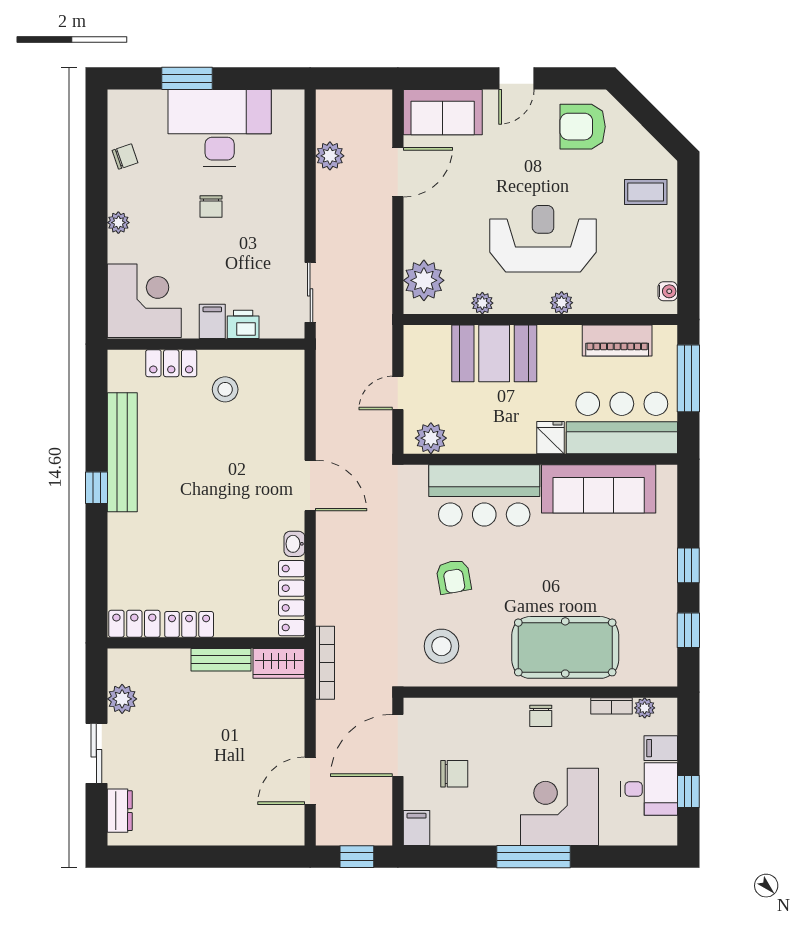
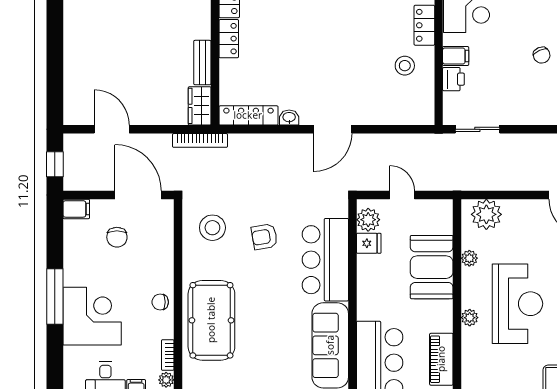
chair: (211, 207) -> (542, 55), turned -114
fridge: (550, 438) -> (369, 243), moved

